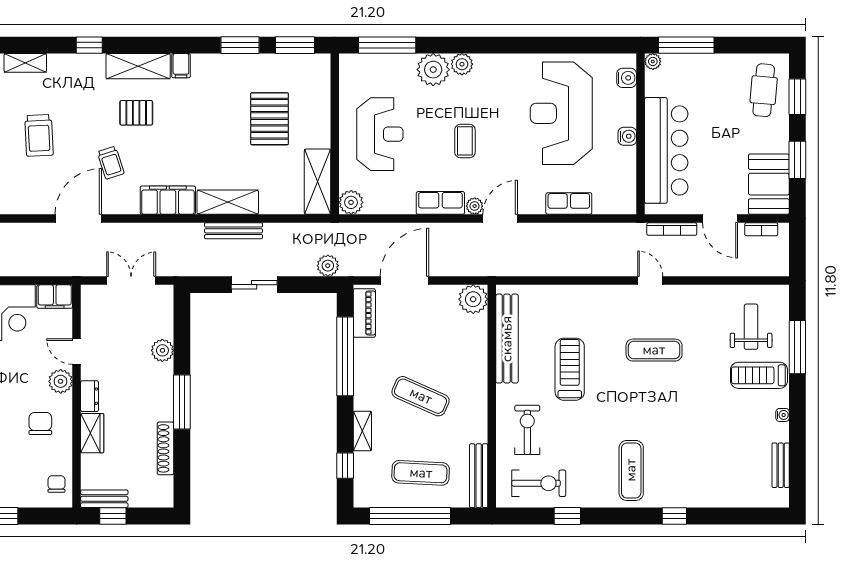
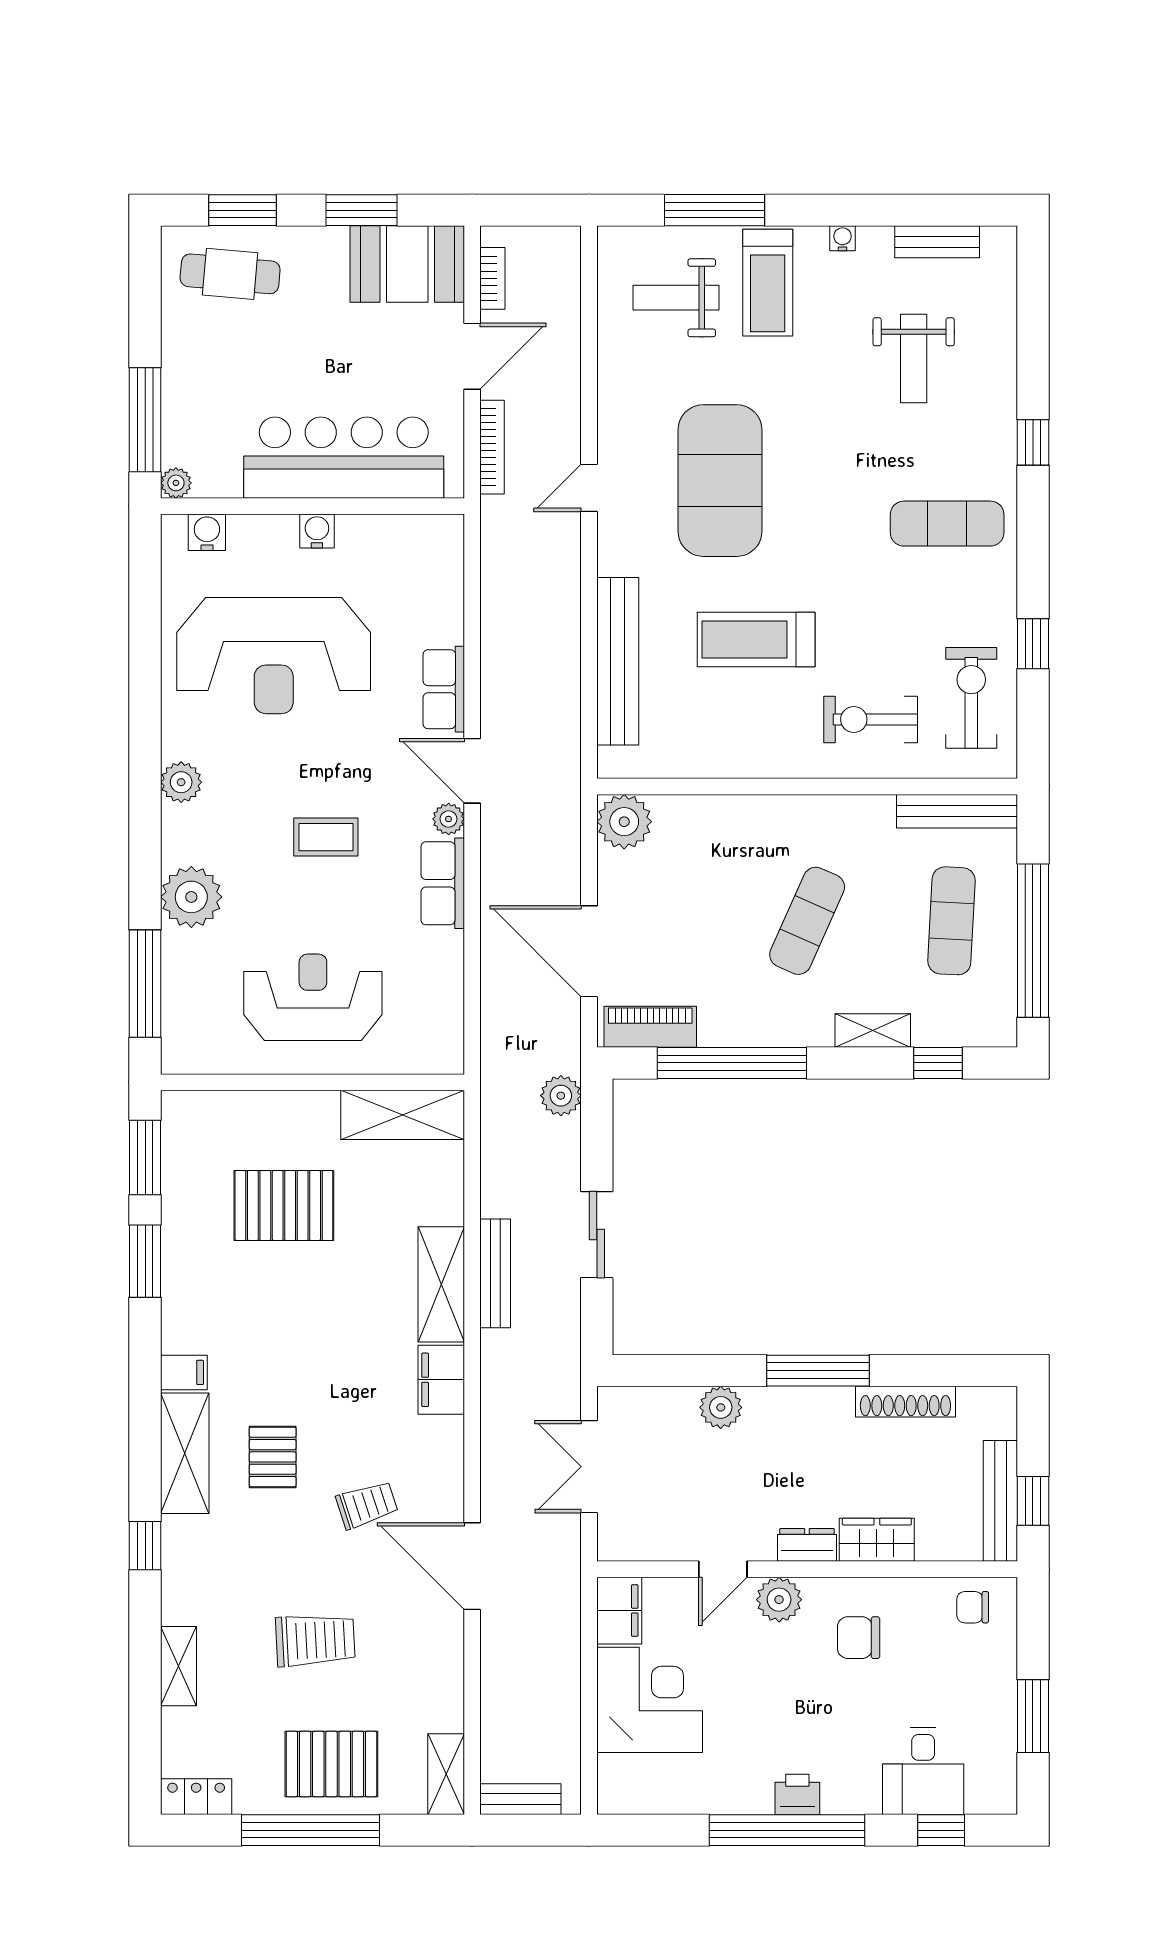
plant: (462, 64) -> (181, 782), moved
filing cabinet: (168, 200) -> (441, 1380), width x0.67, depth x0.86
plant: (351, 202) -> (442, 1052), removed
row of seats: (569, 204) -> (444, 689), moved
bench: (507, 339) -> (618, 661), moved, turned 90
exercise mat: (654, 350) -> (720, 481), width x2.00, depth x1.45
weight bench: (719, 453) -> (914, 358), added
bench: (104, 499) -> (1000, 1501), width x1.36

